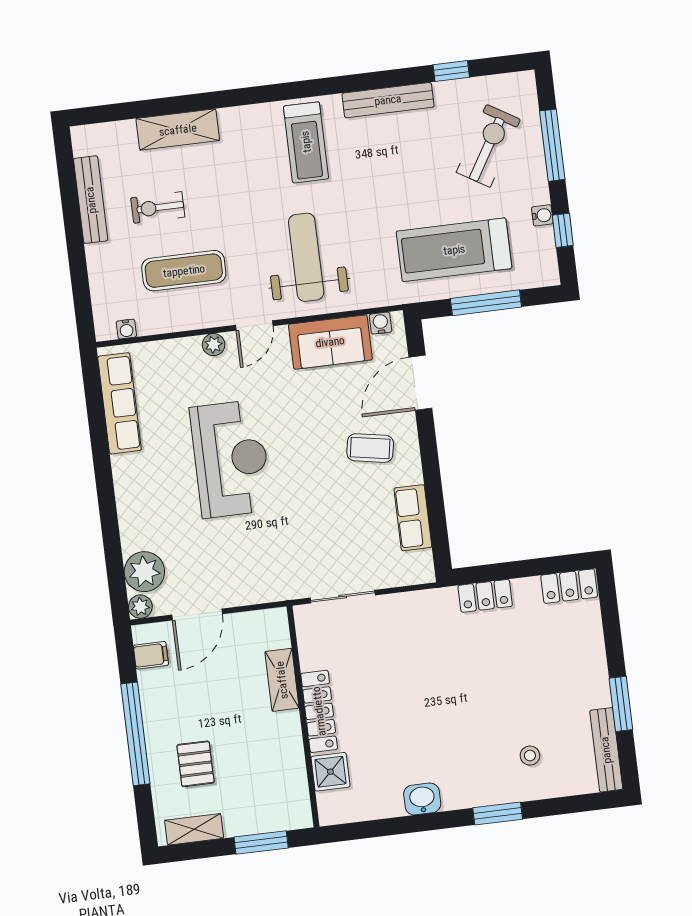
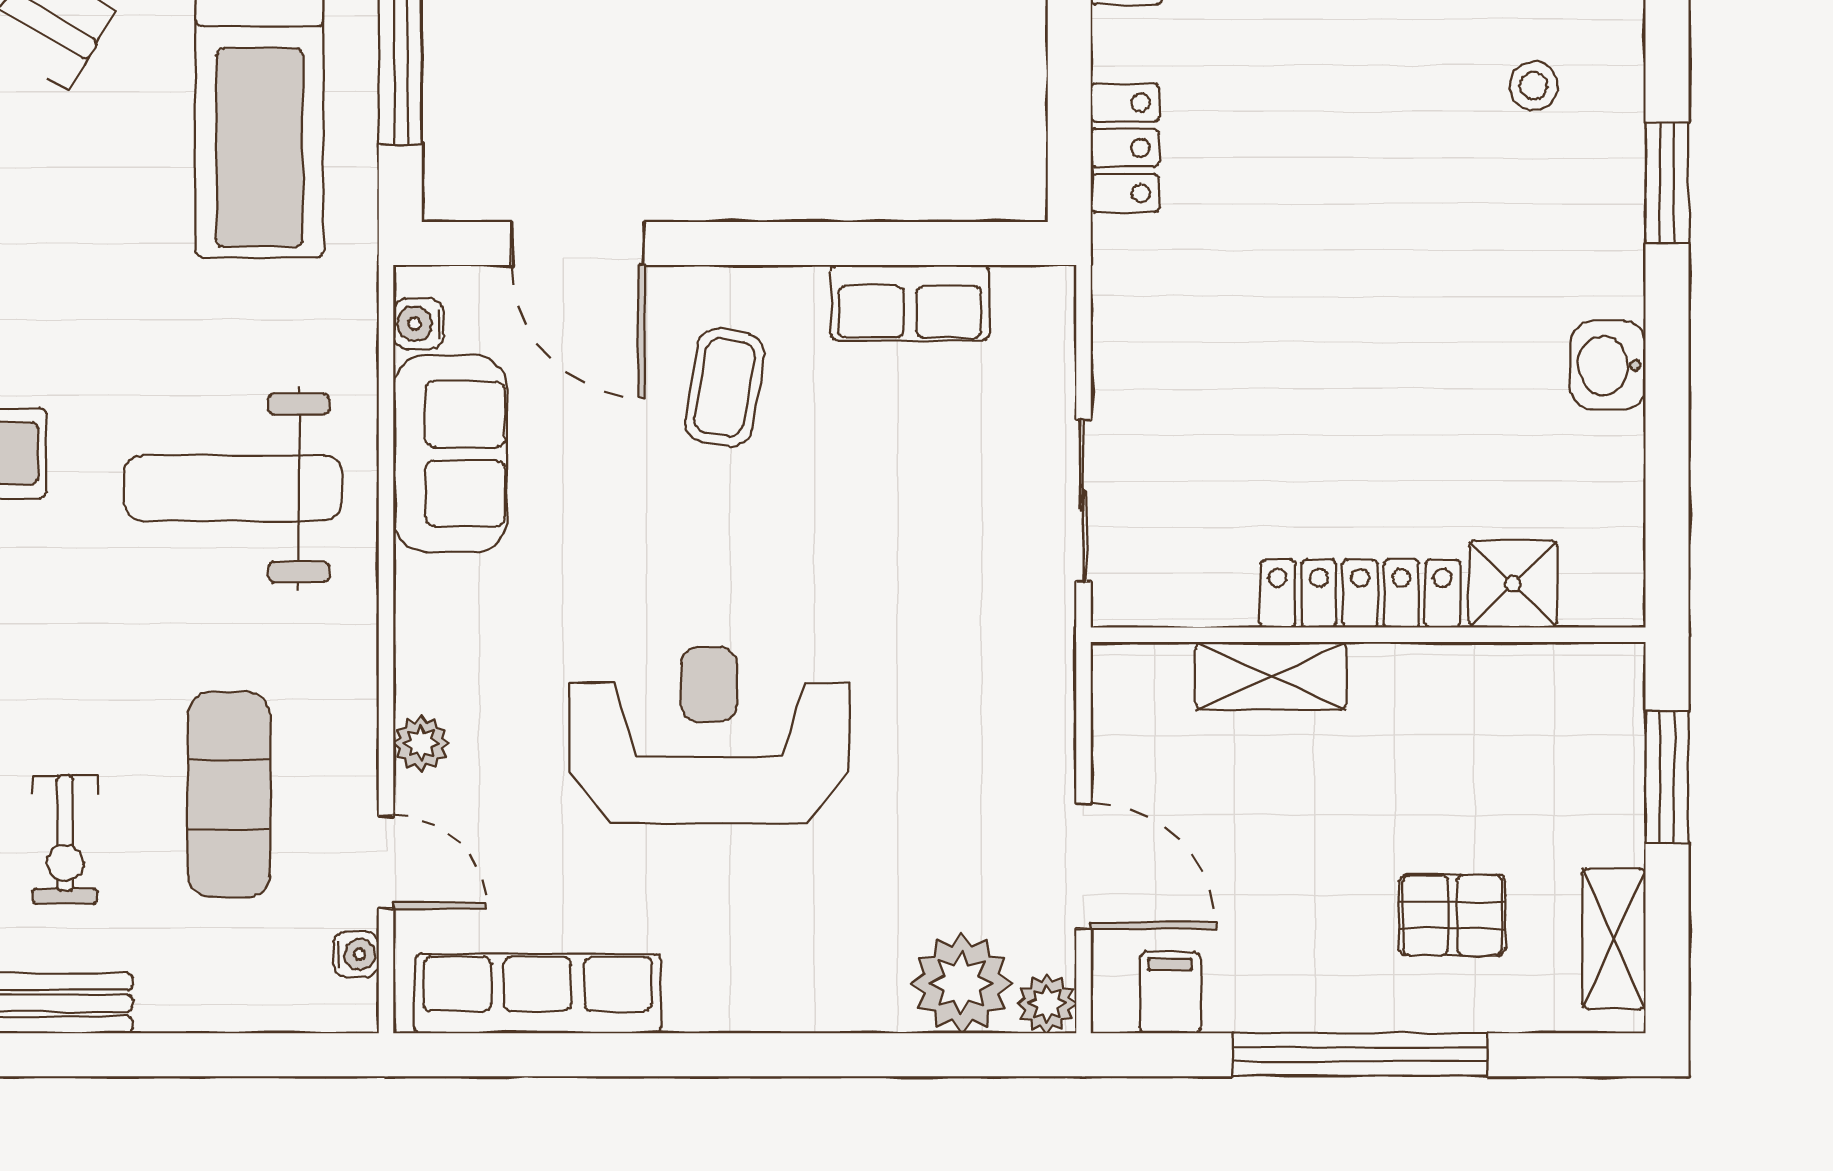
door: (254, 325) -> (386, 862), moved

